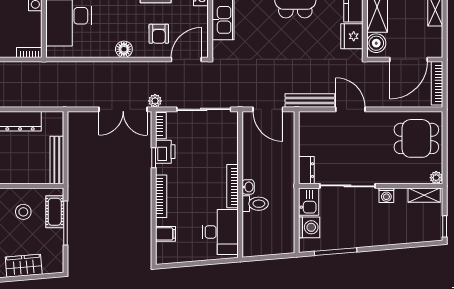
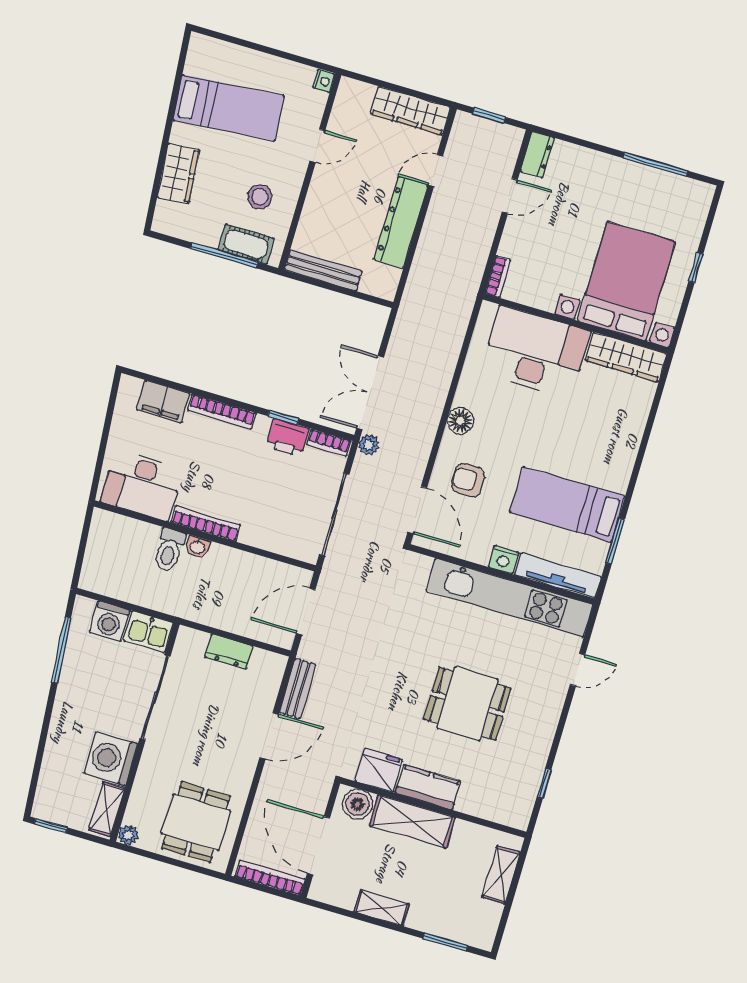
bench: (310, 100) -> (298, 689), width x0.73
dresser: (306, 170) -> (229, 652), moved
washing machine: (386, 195) -> (111, 759), width x1.89, depth x1.89
filing cabinet: (166, 234) -> (163, 402), width x2.00

